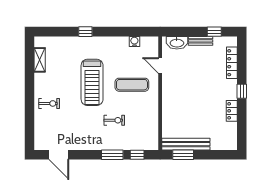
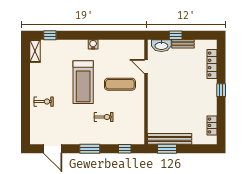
window: (85, 32) -> (50, 35), moved
window: (214, 32) -> (176, 35), moved
water cooler: (134, 41) -> (93, 44), moved
shelving: (40, 60) -> (35, 51), moved
locker: (232, 111) -> (212, 125), moved
window: (112, 155) -> (90, 149), moved

